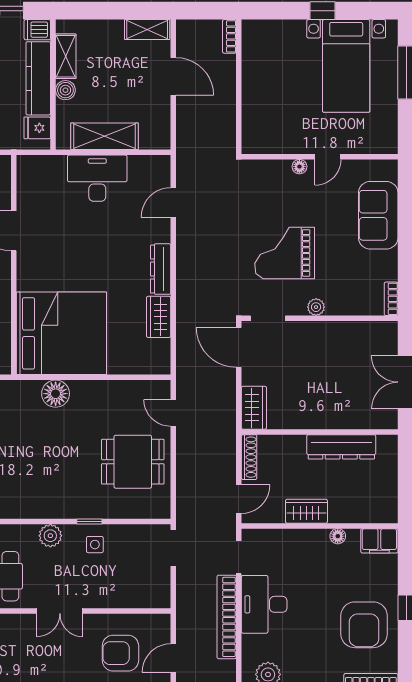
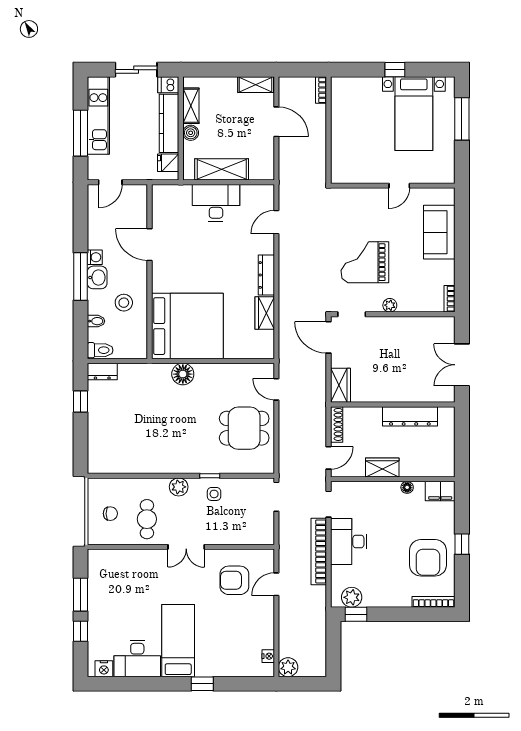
floor lamp: (299, 167) -> (377, 194), removed

